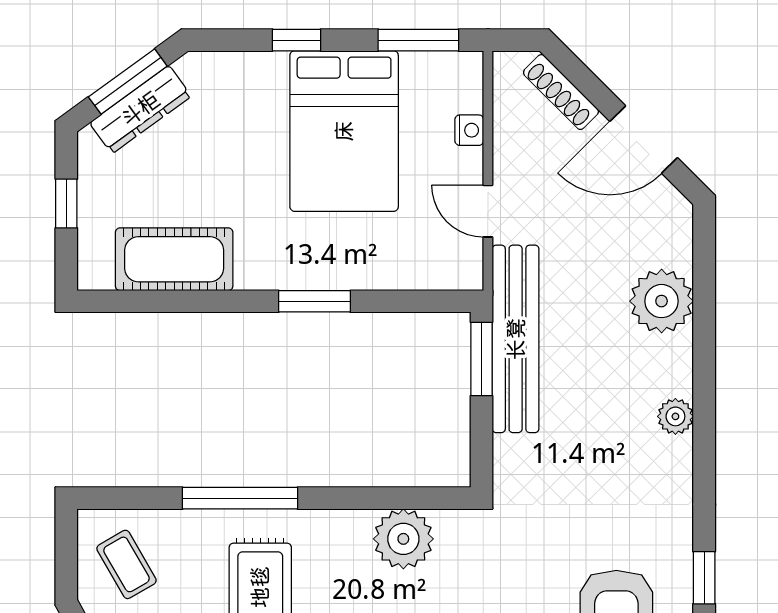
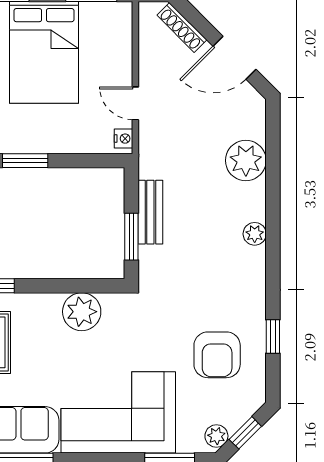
nightstand: (469, 130) -> (124, 139), moved
bench: (516, 339) -> (150, 212), width x0.54, depth x0.82
window: (482, 359) -> (131, 237), moved

